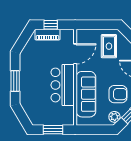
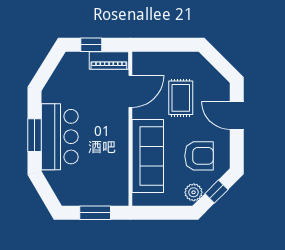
piano: (47, 35) -> (109, 60), moved
rug: (109, 46) -> (181, 98), moved
bar counter: (63, 85) -> (60, 137), moved, turned 180

